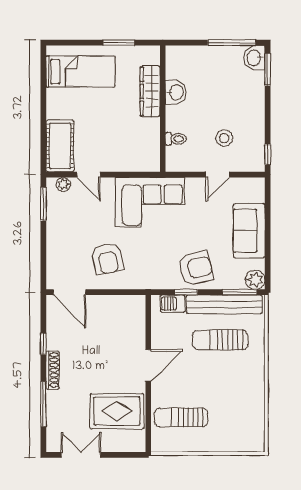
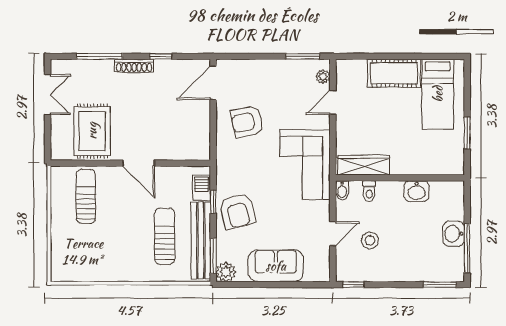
washbasin: (254, 58) -> (454, 234), moved, turned -90
wardrobe: (150, 91) -> (364, 165), moved
cot: (60, 146) -> (394, 73), moved
bidet: (175, 165) -> (342, 190), added
door: (218, 175) -> (333, 234), swing flipped

